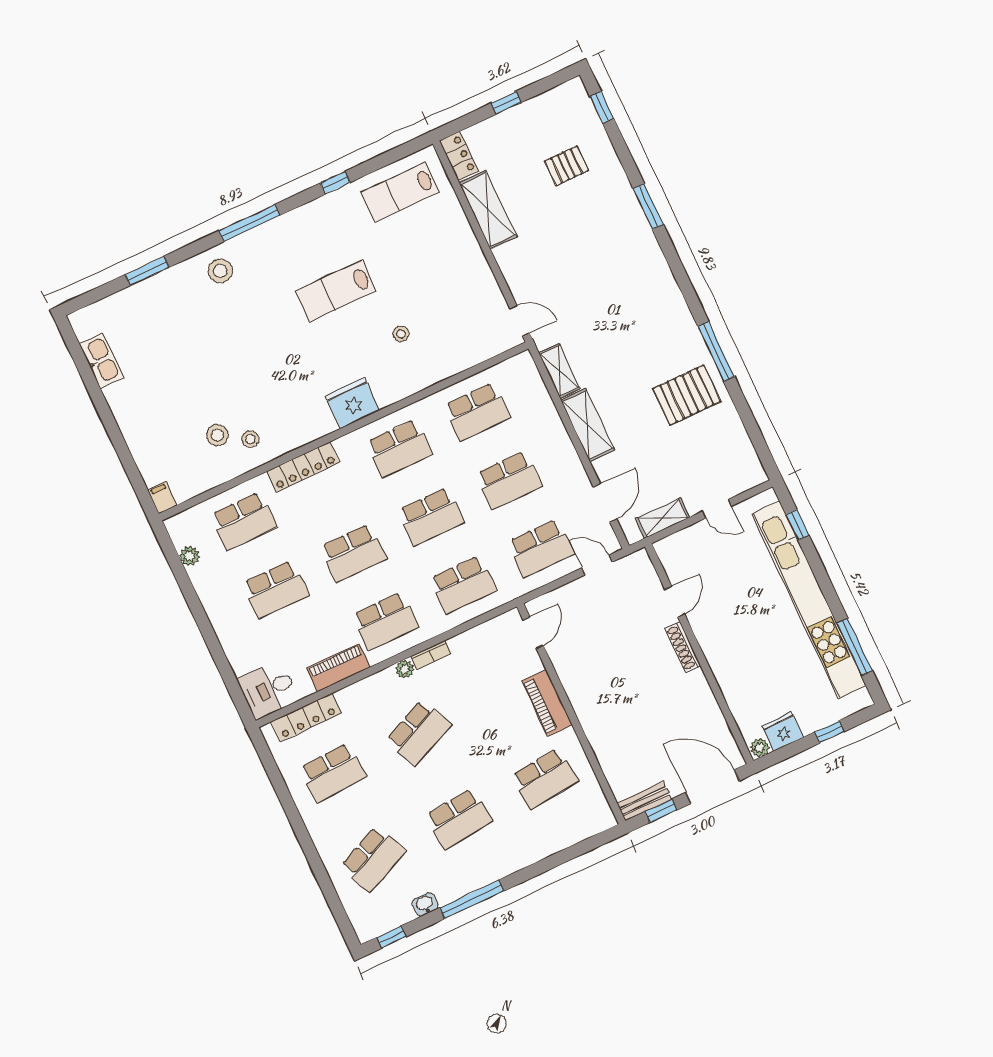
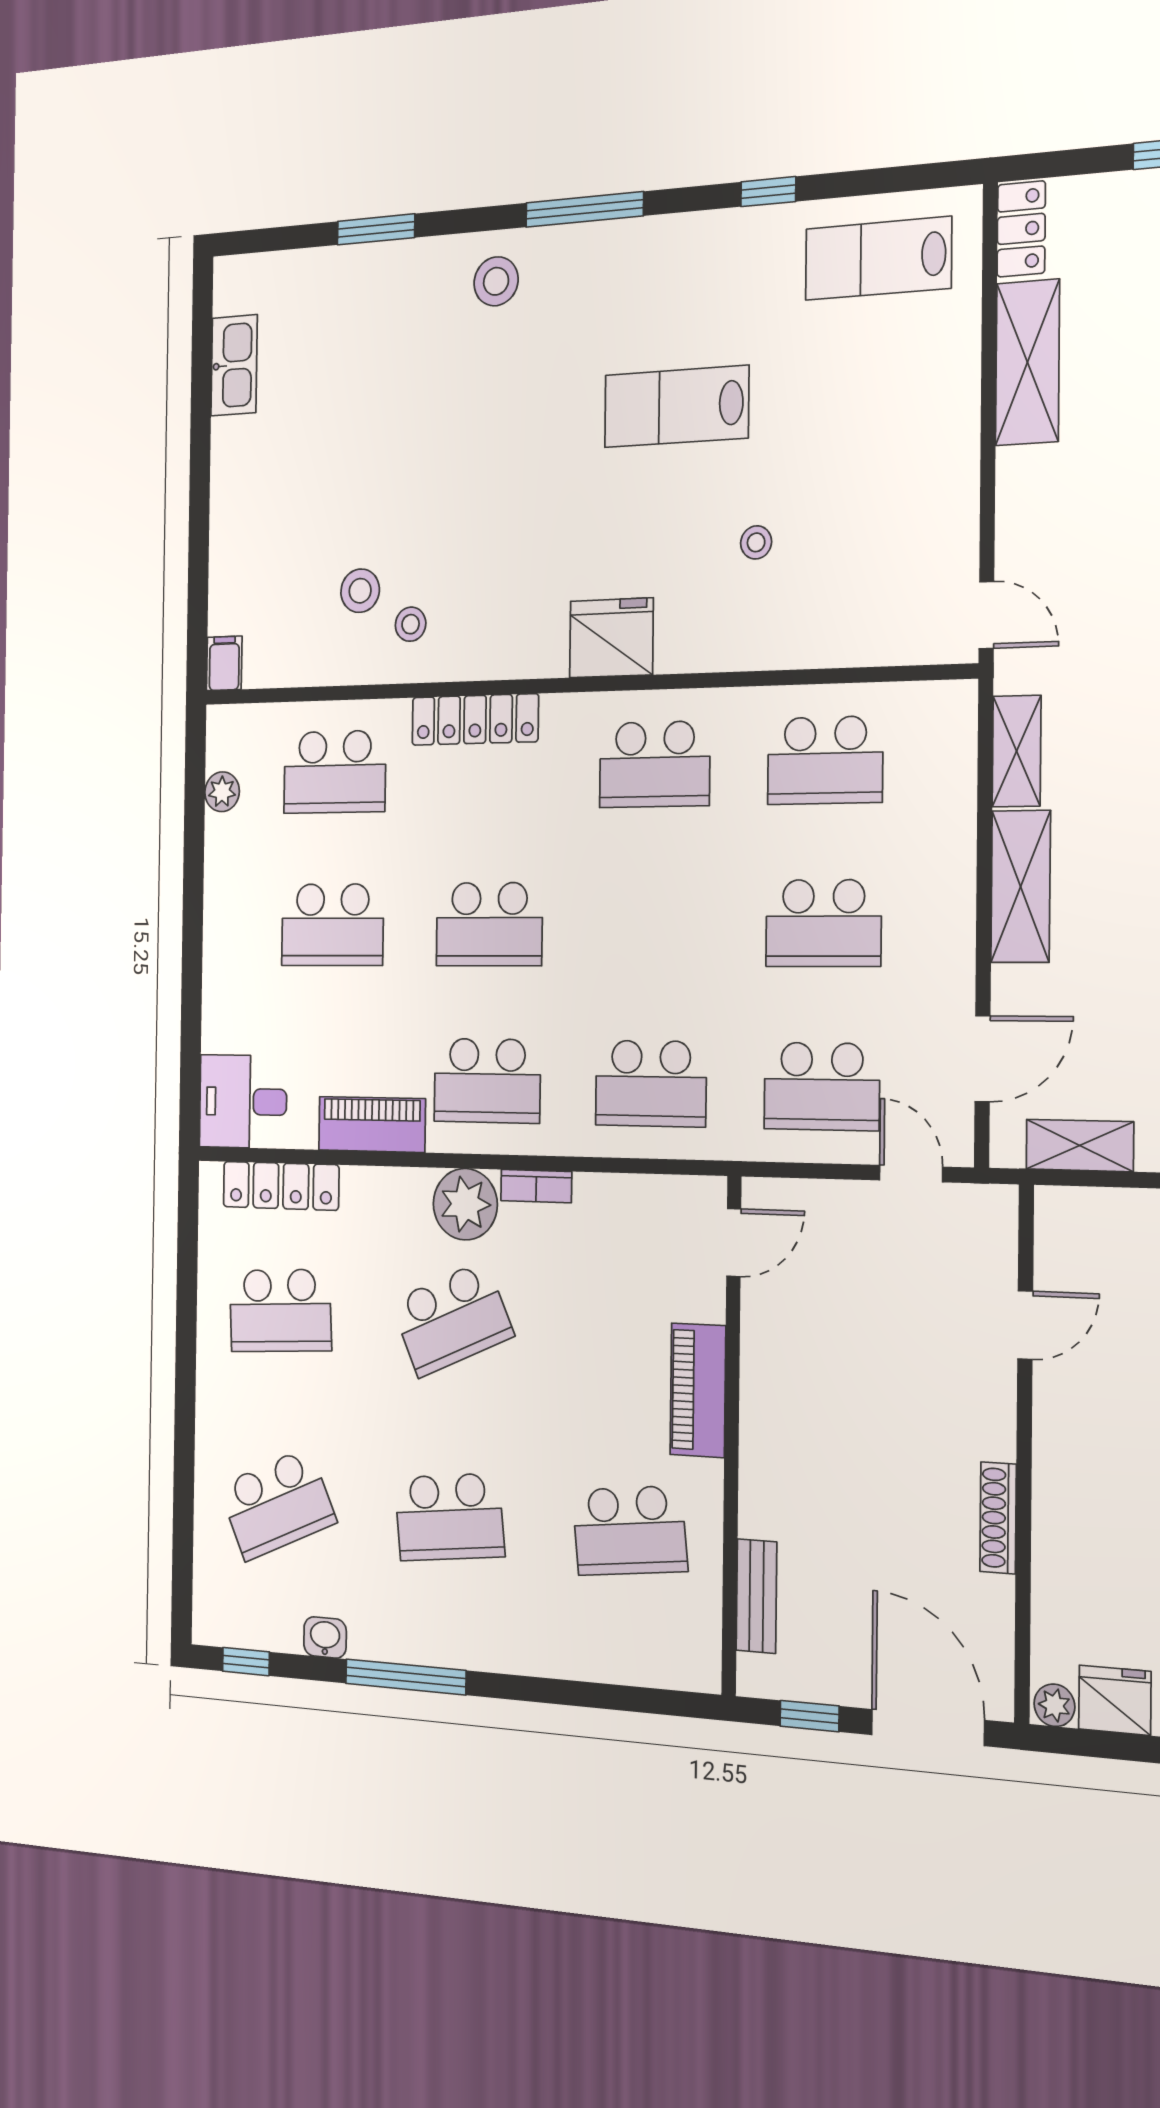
school desk: (431, 516) -> (653, 924), removed
shoe rack: (683, 647) -> (998, 1518), moved
plant: (405, 669) -> (465, 1204), width x1.88, depth x1.88
bench: (644, 801) -> (756, 1596), moved, turned 90

